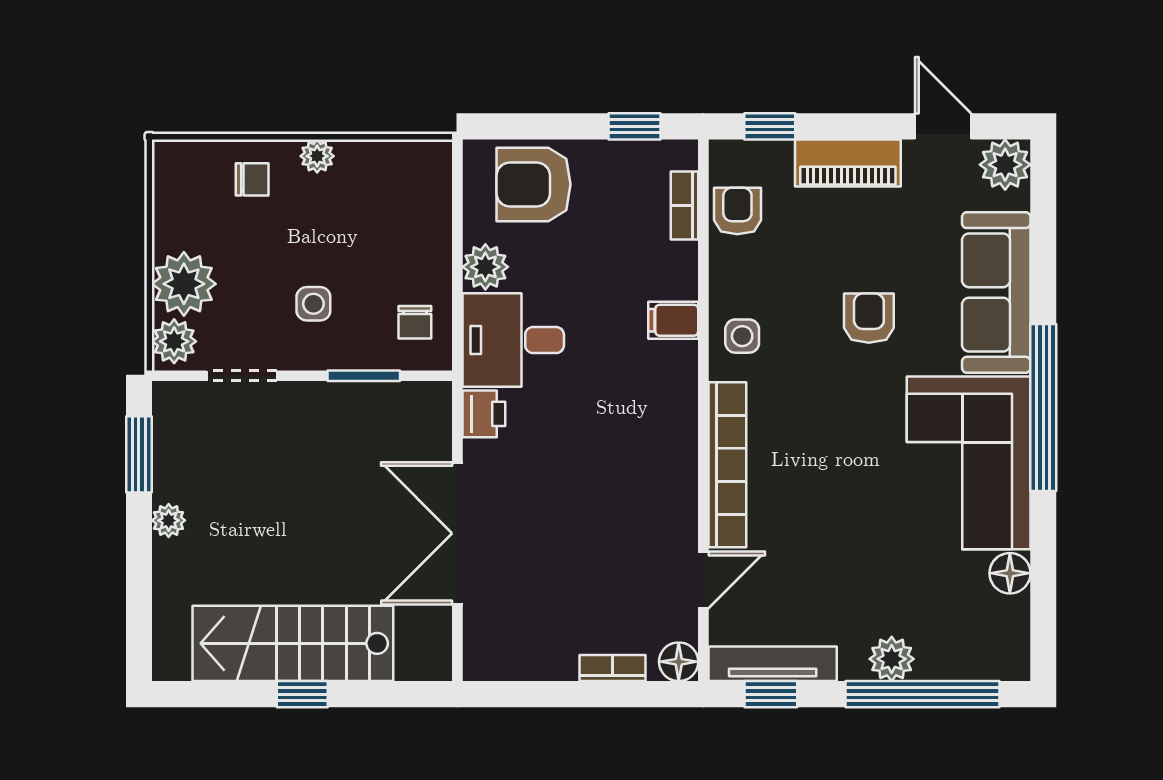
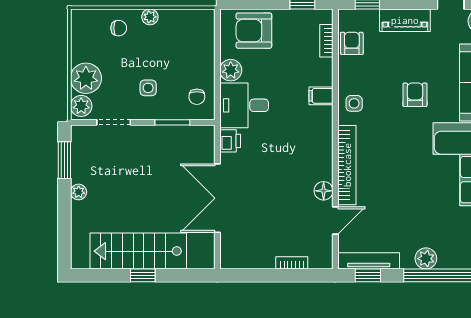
floor lamp: (679, 662) -> (324, 191), moved

